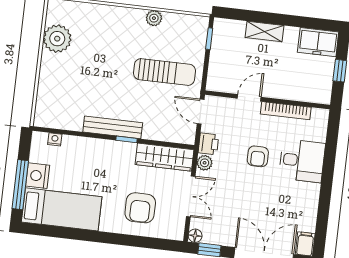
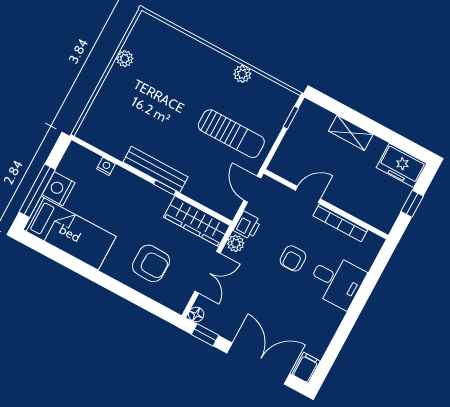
plant: (57, 39) -> (125, 59), width x0.53, depth x0.53
nightstand: (55, 139) -> (106, 166), moved
armchair: (140, 208) -> (151, 263), turned -89

